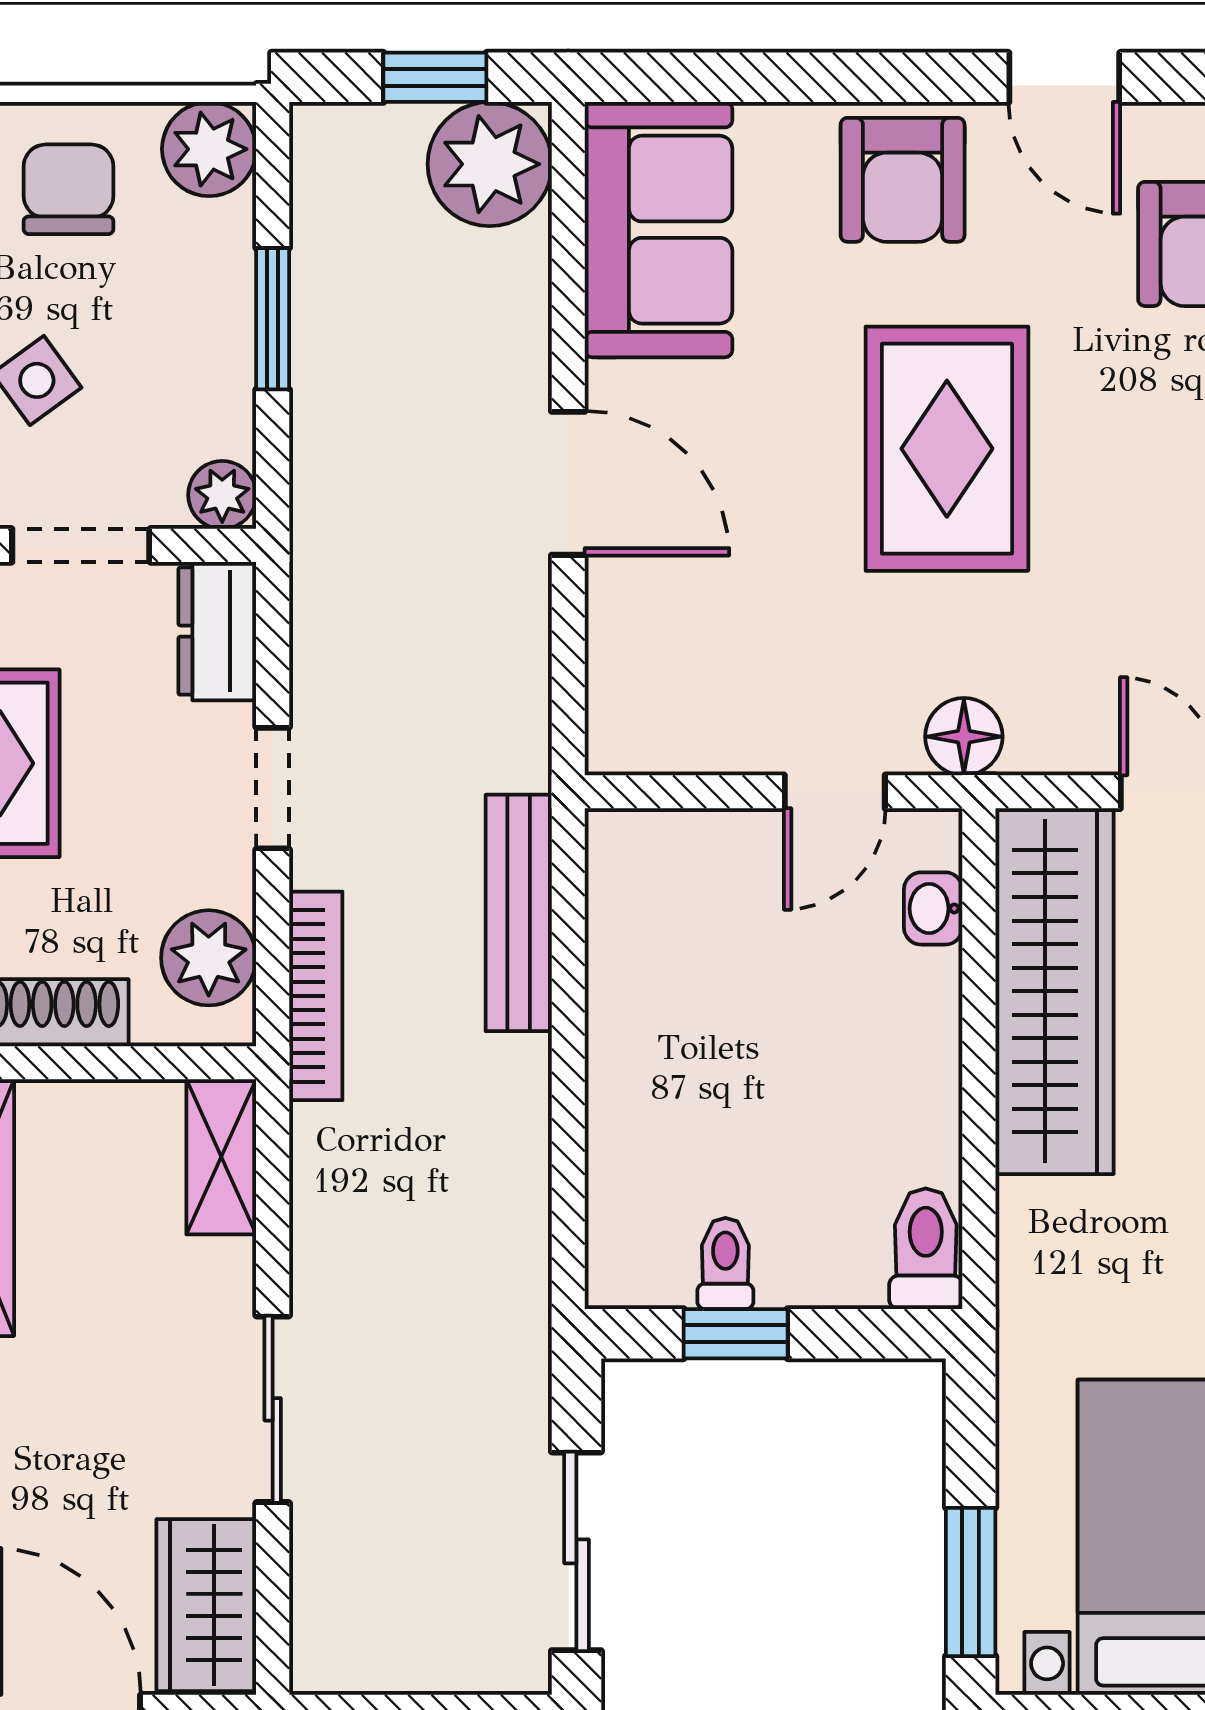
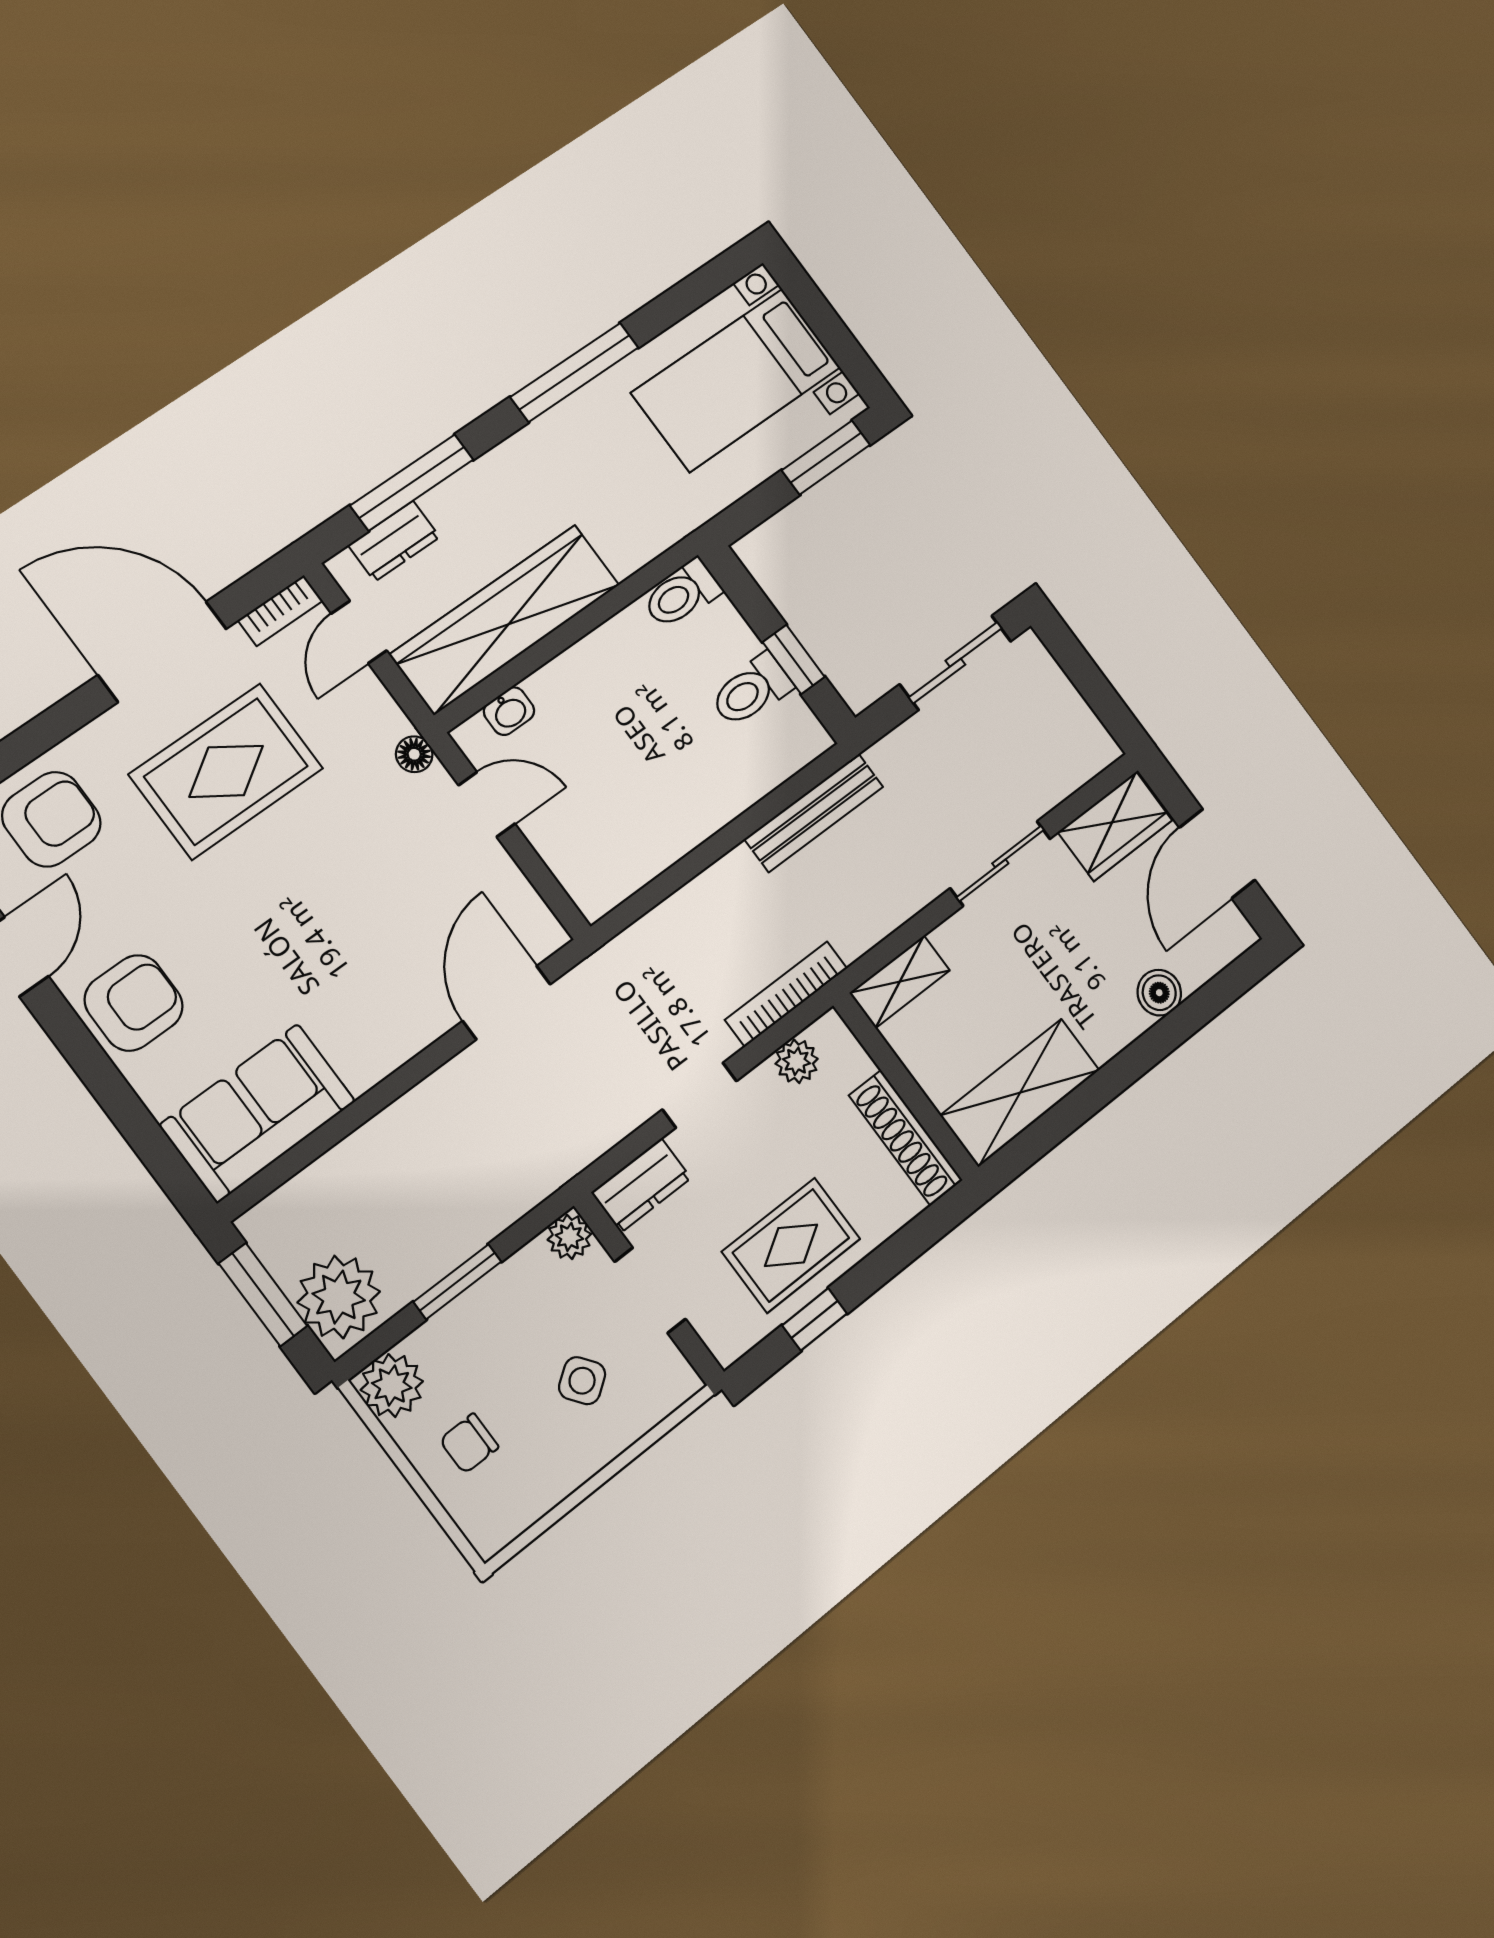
window: (435, 77) -> (263, 1295), width x1.50
plant: (490, 164) -> (339, 1297), moved
chair: (69, 189) -> (469, 1444), width x0.73, depth x0.73
rug: (947, 449) -> (226, 771), moved
door: (568, 483) -> (507, 1003), moved
floor lamp: (964, 737) -> (414, 754), width x0.73, depth x0.73
bench: (519, 913) -> (814, 813), moved
plant: (209, 958) -> (797, 1061), width x0.73, depth x0.73
toilet: (725, 1263) -> (751, 690), width x1.37, depth x1.39

